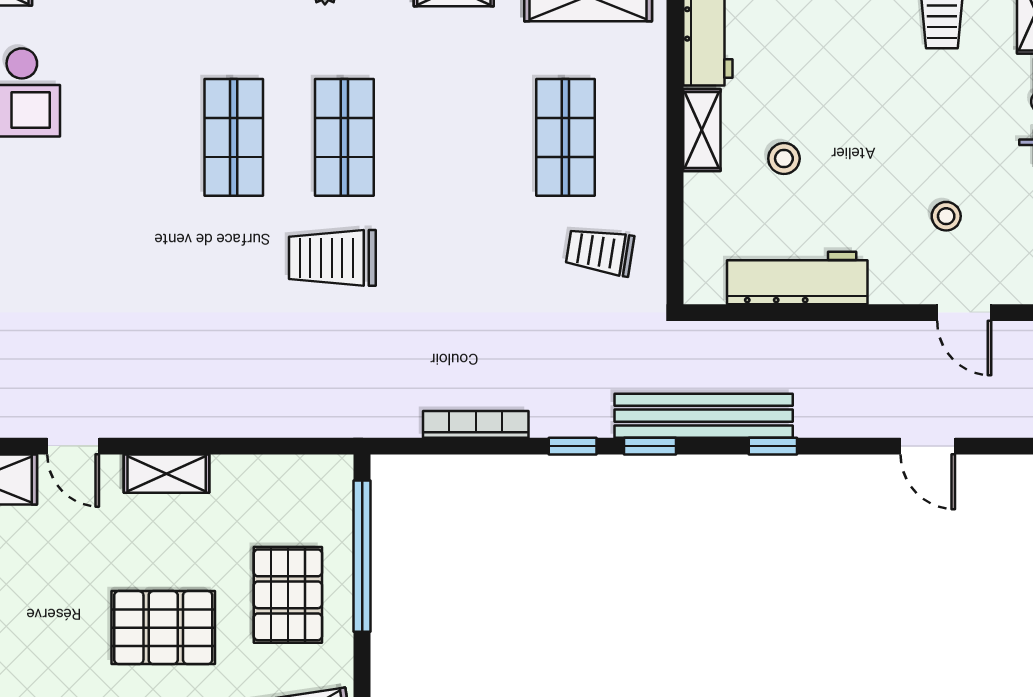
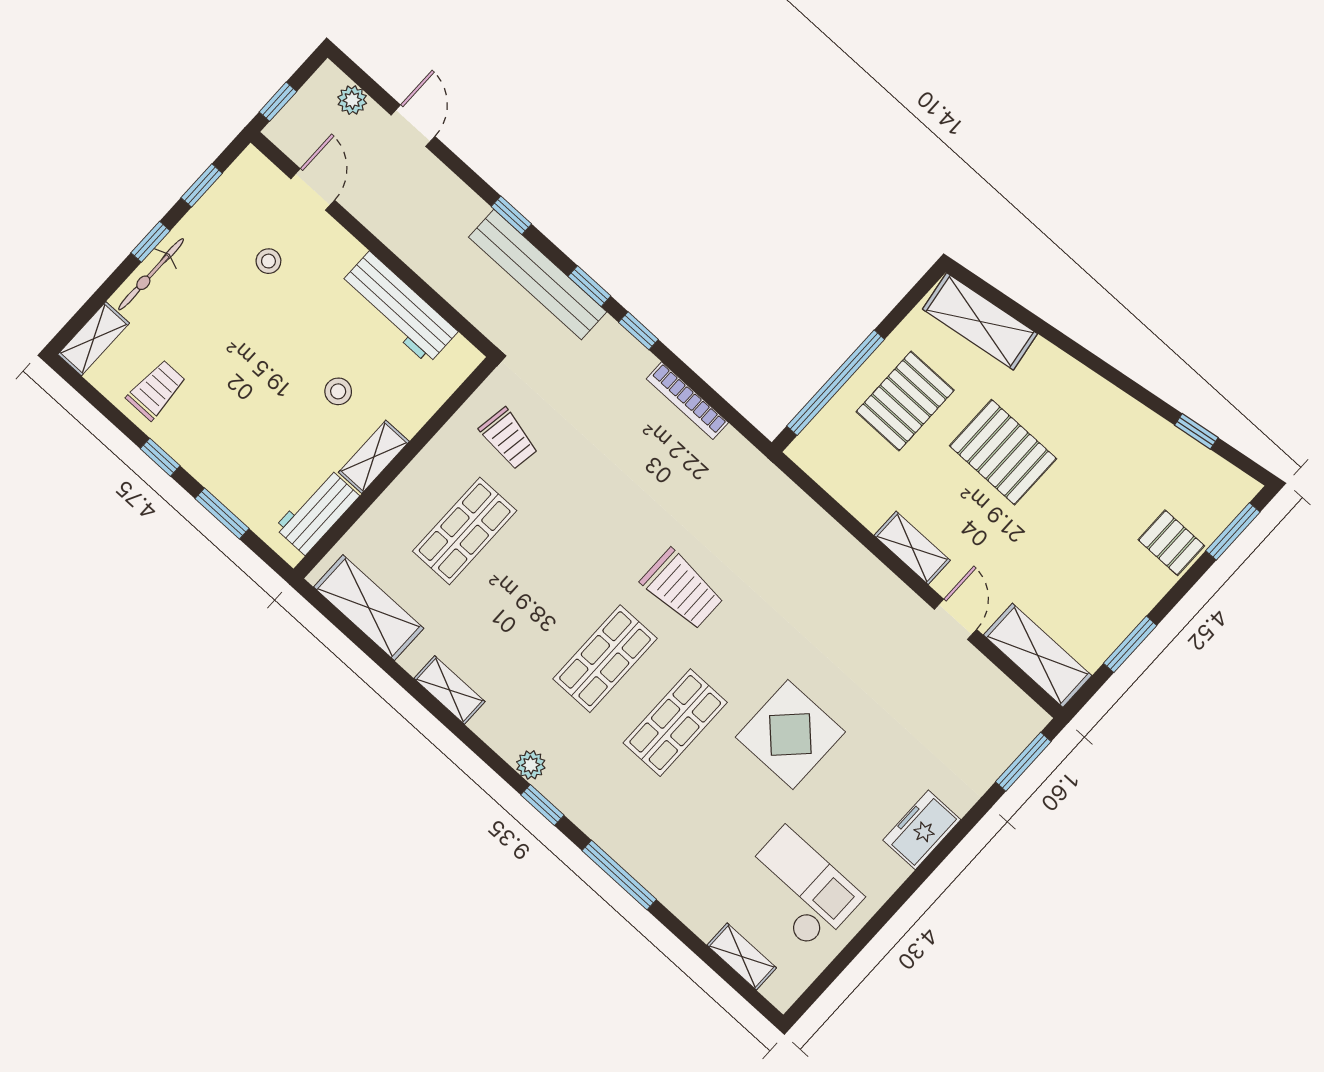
display table: (125, 217) -> (790, 734), added
plant: (1000, 421) -> (352, 100), added

